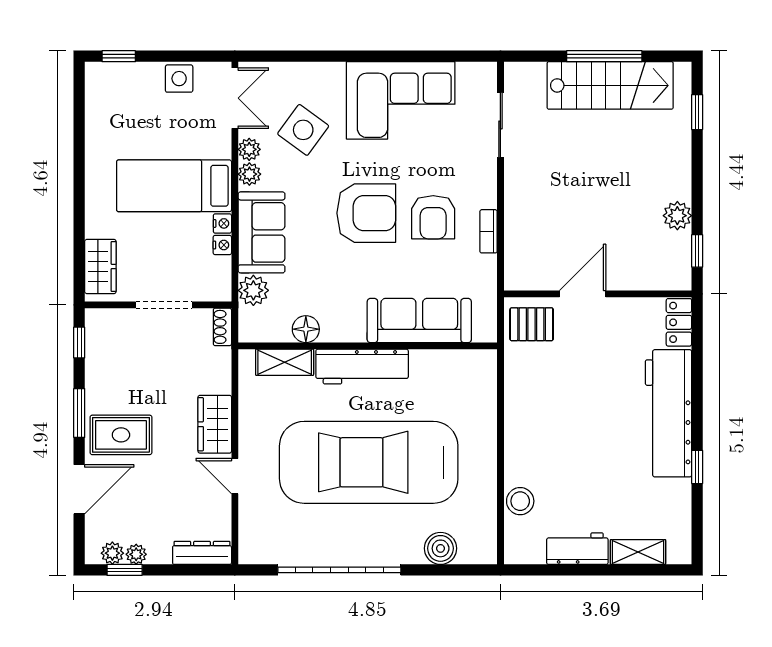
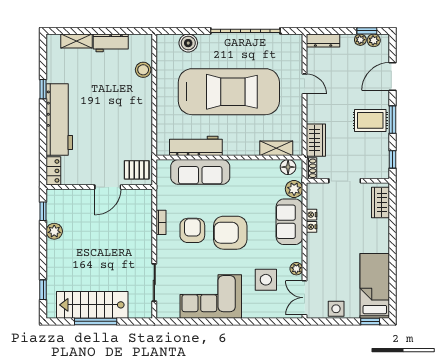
side table: (303, 130) -> (266, 280), turned -36
plant: (249, 174) -> (296, 255), removed
bed: (174, 186) -> (375, 286), moved, turned -90
floor lamp: (306, 329) -> (288, 167), moved
workbench: (362, 367) -> (196, 146), moved
wardrobe: (215, 424) -> (316, 140), moved
rug: (121, 435) -> (370, 120), moved

